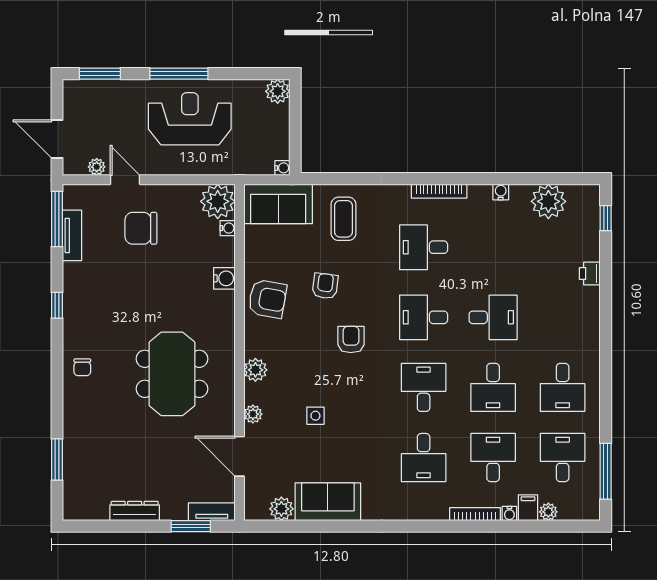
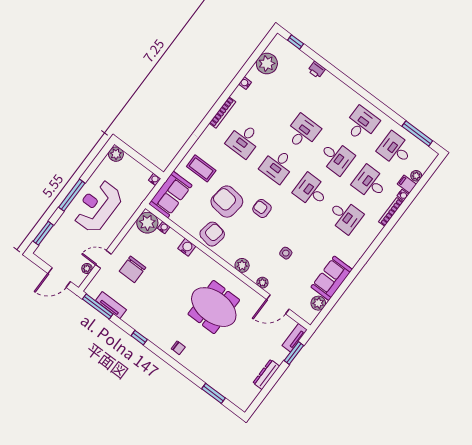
armchair: (325, 286) -> (227, 202), width x1.88, depth x1.88
desk: (563, 387) -> (361, 124), turned -90

